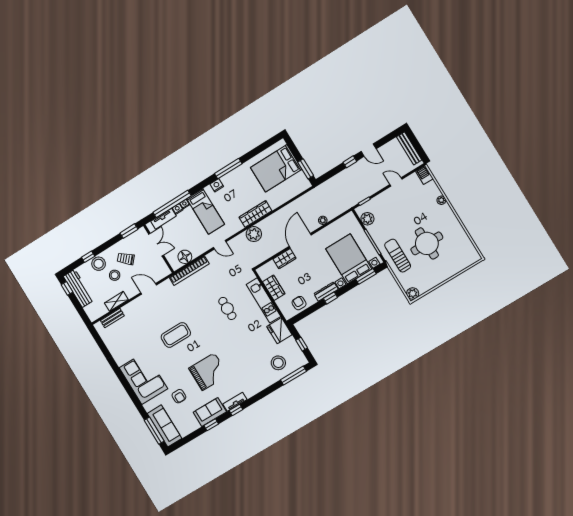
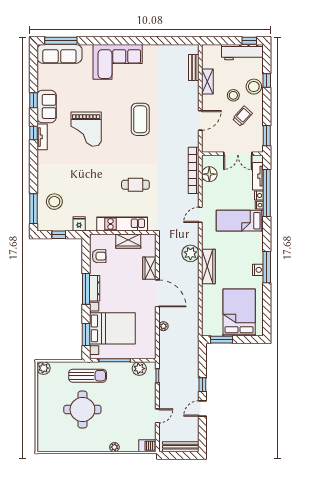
nightstand: (217, 185) -> (258, 270), moved
window: (330, 298) -> (86, 289), width x2.17
fridge: (279, 331) -> (79, 224), width x0.53, depth x0.75
armchair: (179, 396) -> (80, 86), removed

